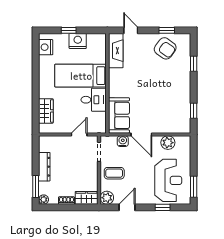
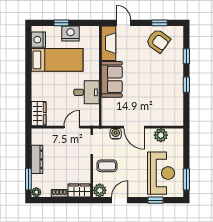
bed: (81, 76) -> (57, 60), moved, turned 180
wardrobe: (46, 111) -> (39, 114), moved
window: (194, 111) -> (186, 85), moved
sofa: (119, 115) -> (112, 79), moved

